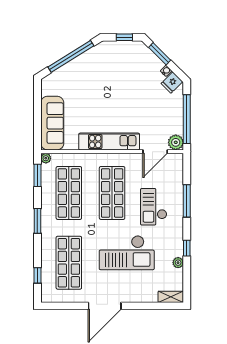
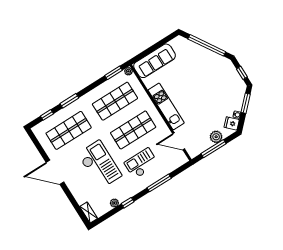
window: (187, 119) -> (214, 149), width x0.68
plant: (176, 142) -> (216, 137), moved
window: (37, 221) -> (69, 101), moved
checkout: (127, 253) -> (100, 165), turned 180

